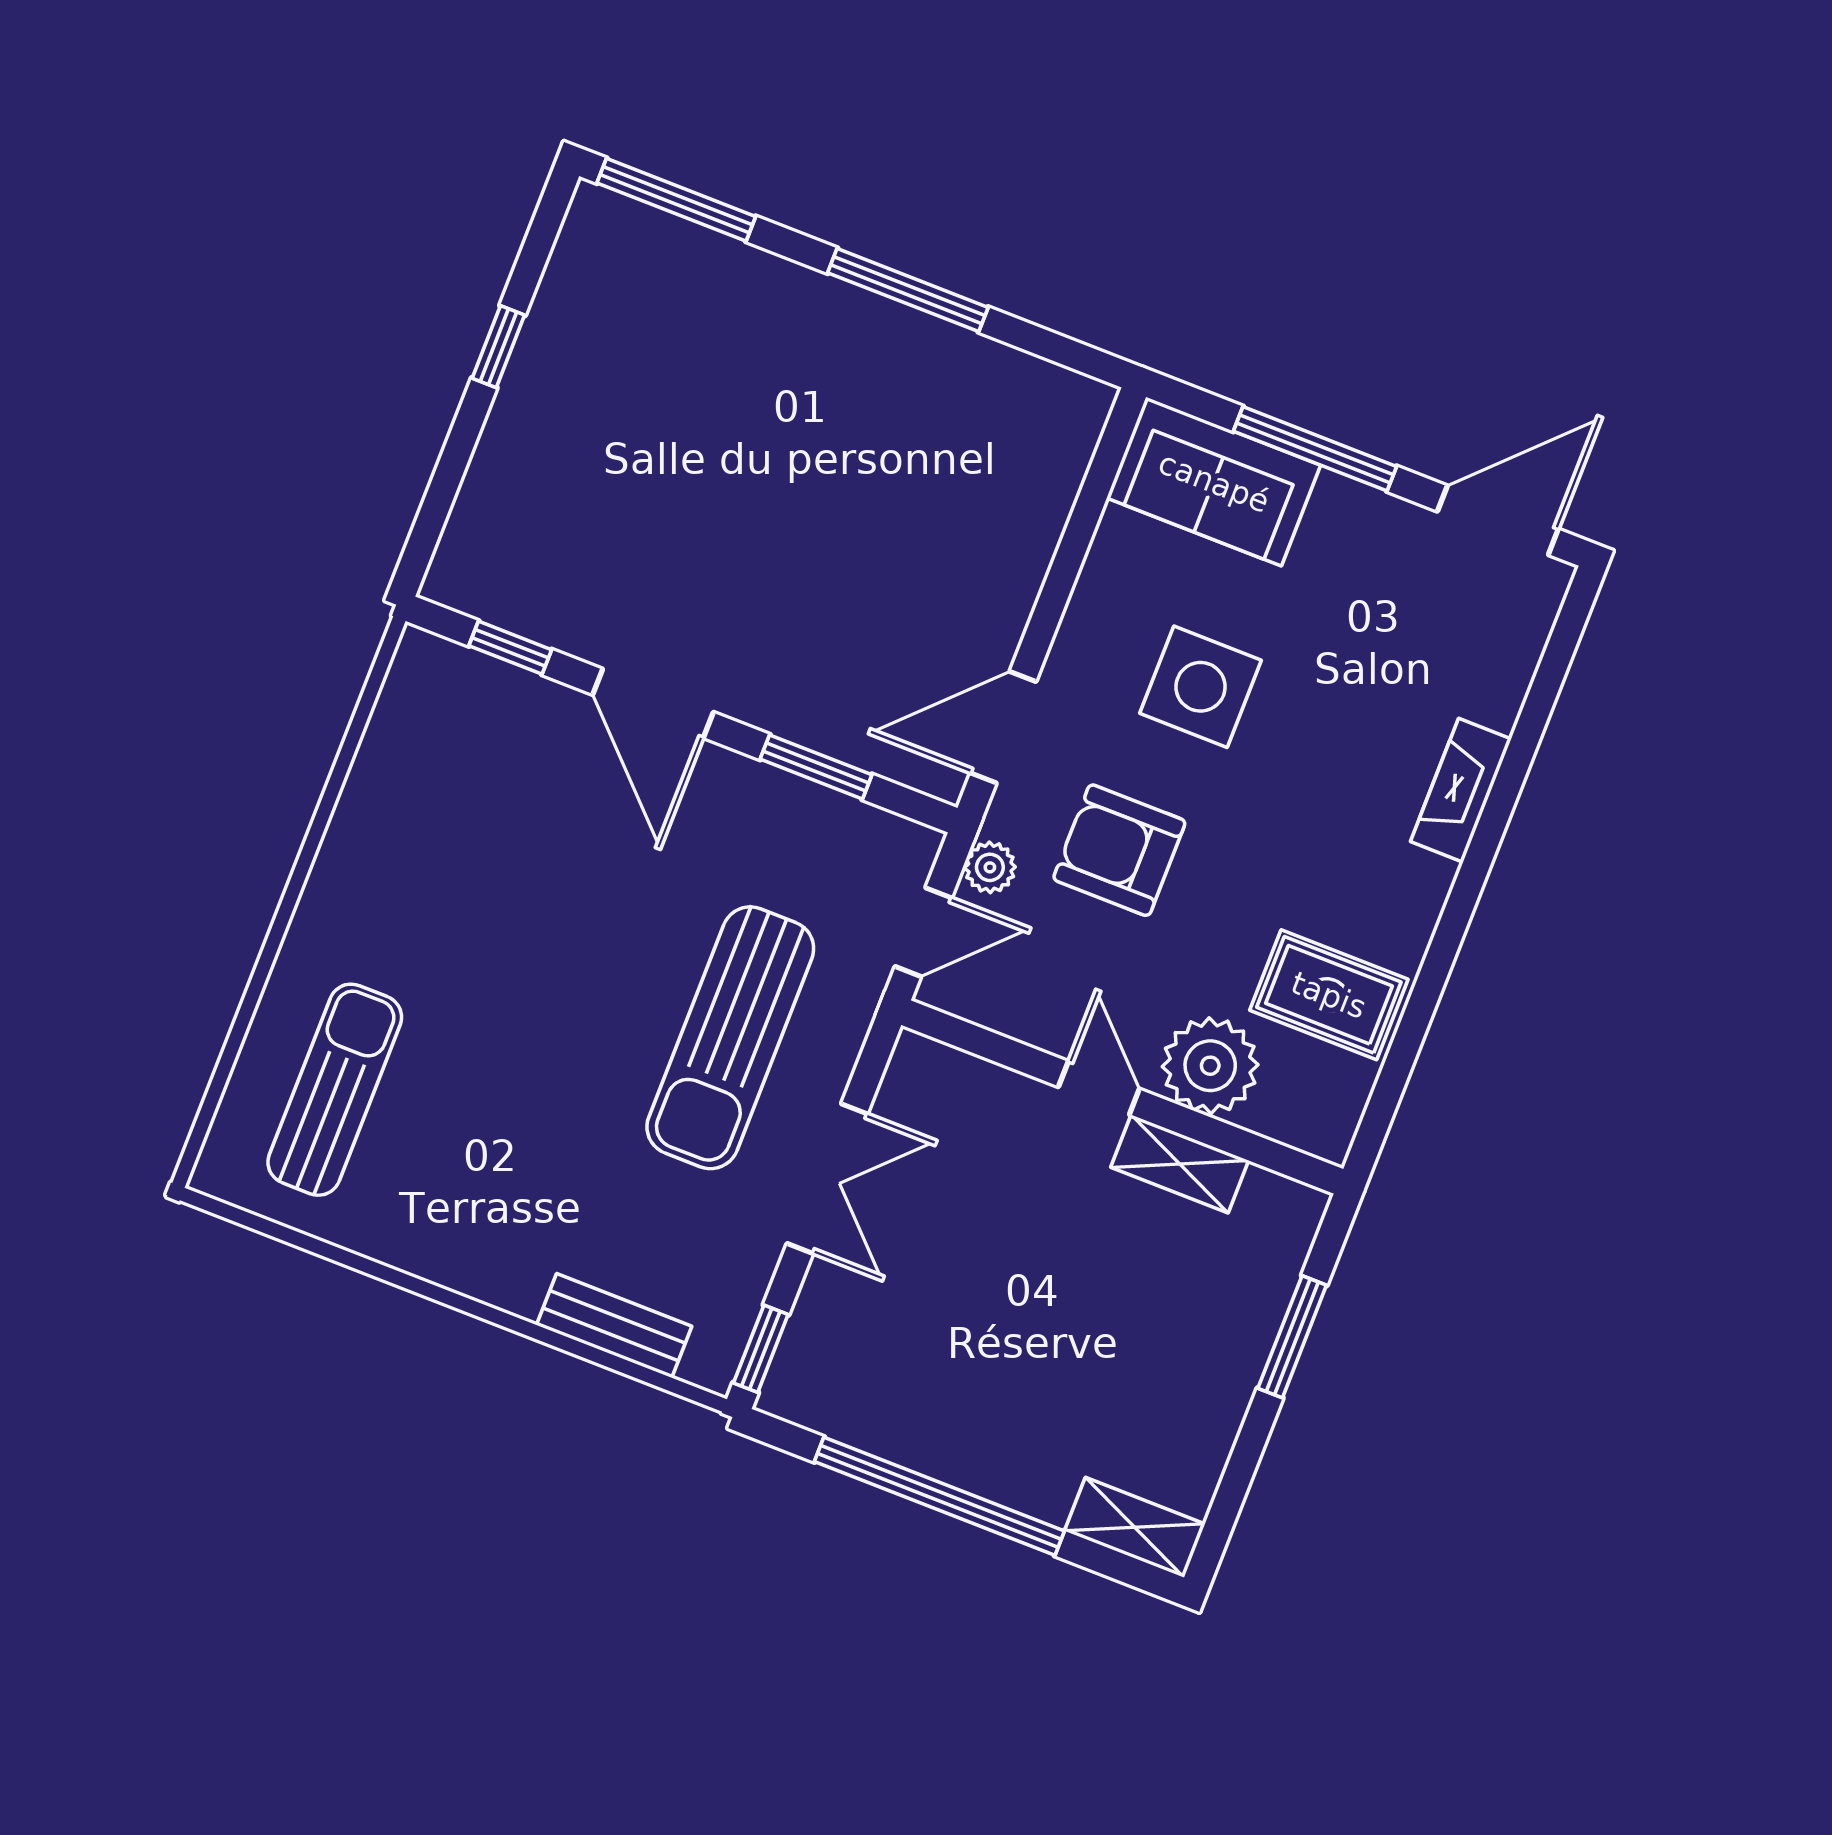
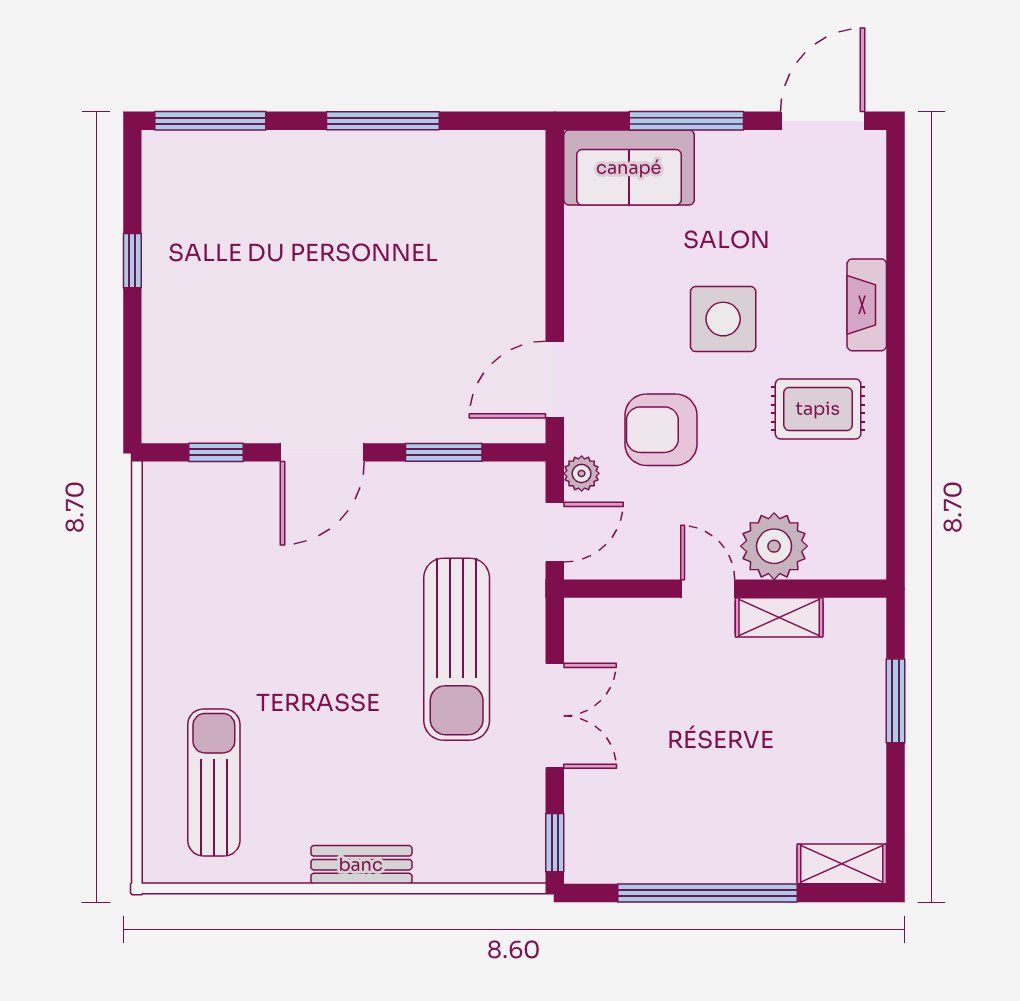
side table: (1201, 687) -> (723, 319), moved
door: (653, 703) -> (322, 452), hinge flipped
rug: (1329, 995) -> (818, 409), moved
bench: (614, 1326) -> (361, 865), moved

